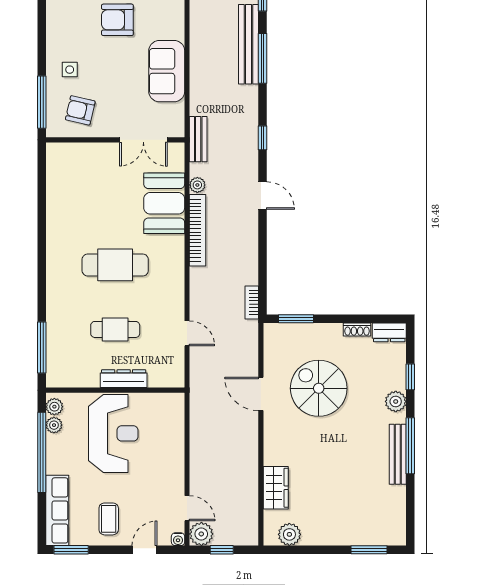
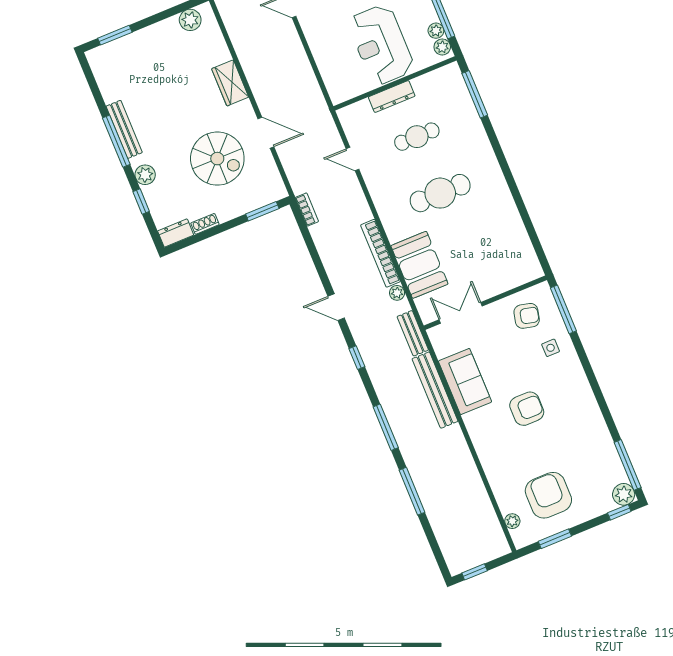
bench: (249, 44) -> (435, 390), moved
wardrobe: (276, 488) -> (230, 83), moved

